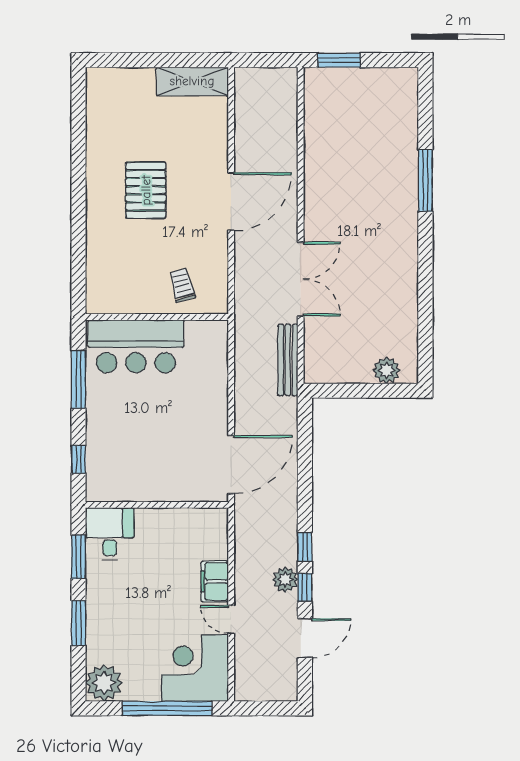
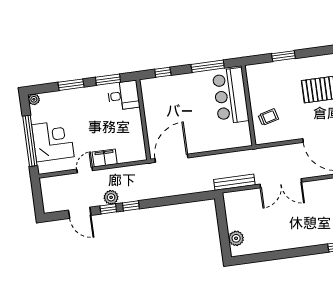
window: (79, 244) -> (283, 56), added
door: (231, 465) -> (171, 158), swing flipped
corner desk: (195, 668) -> (53, 141), moved
plant: (104, 683) -> (34, 99), width x0.53, depth x0.53

